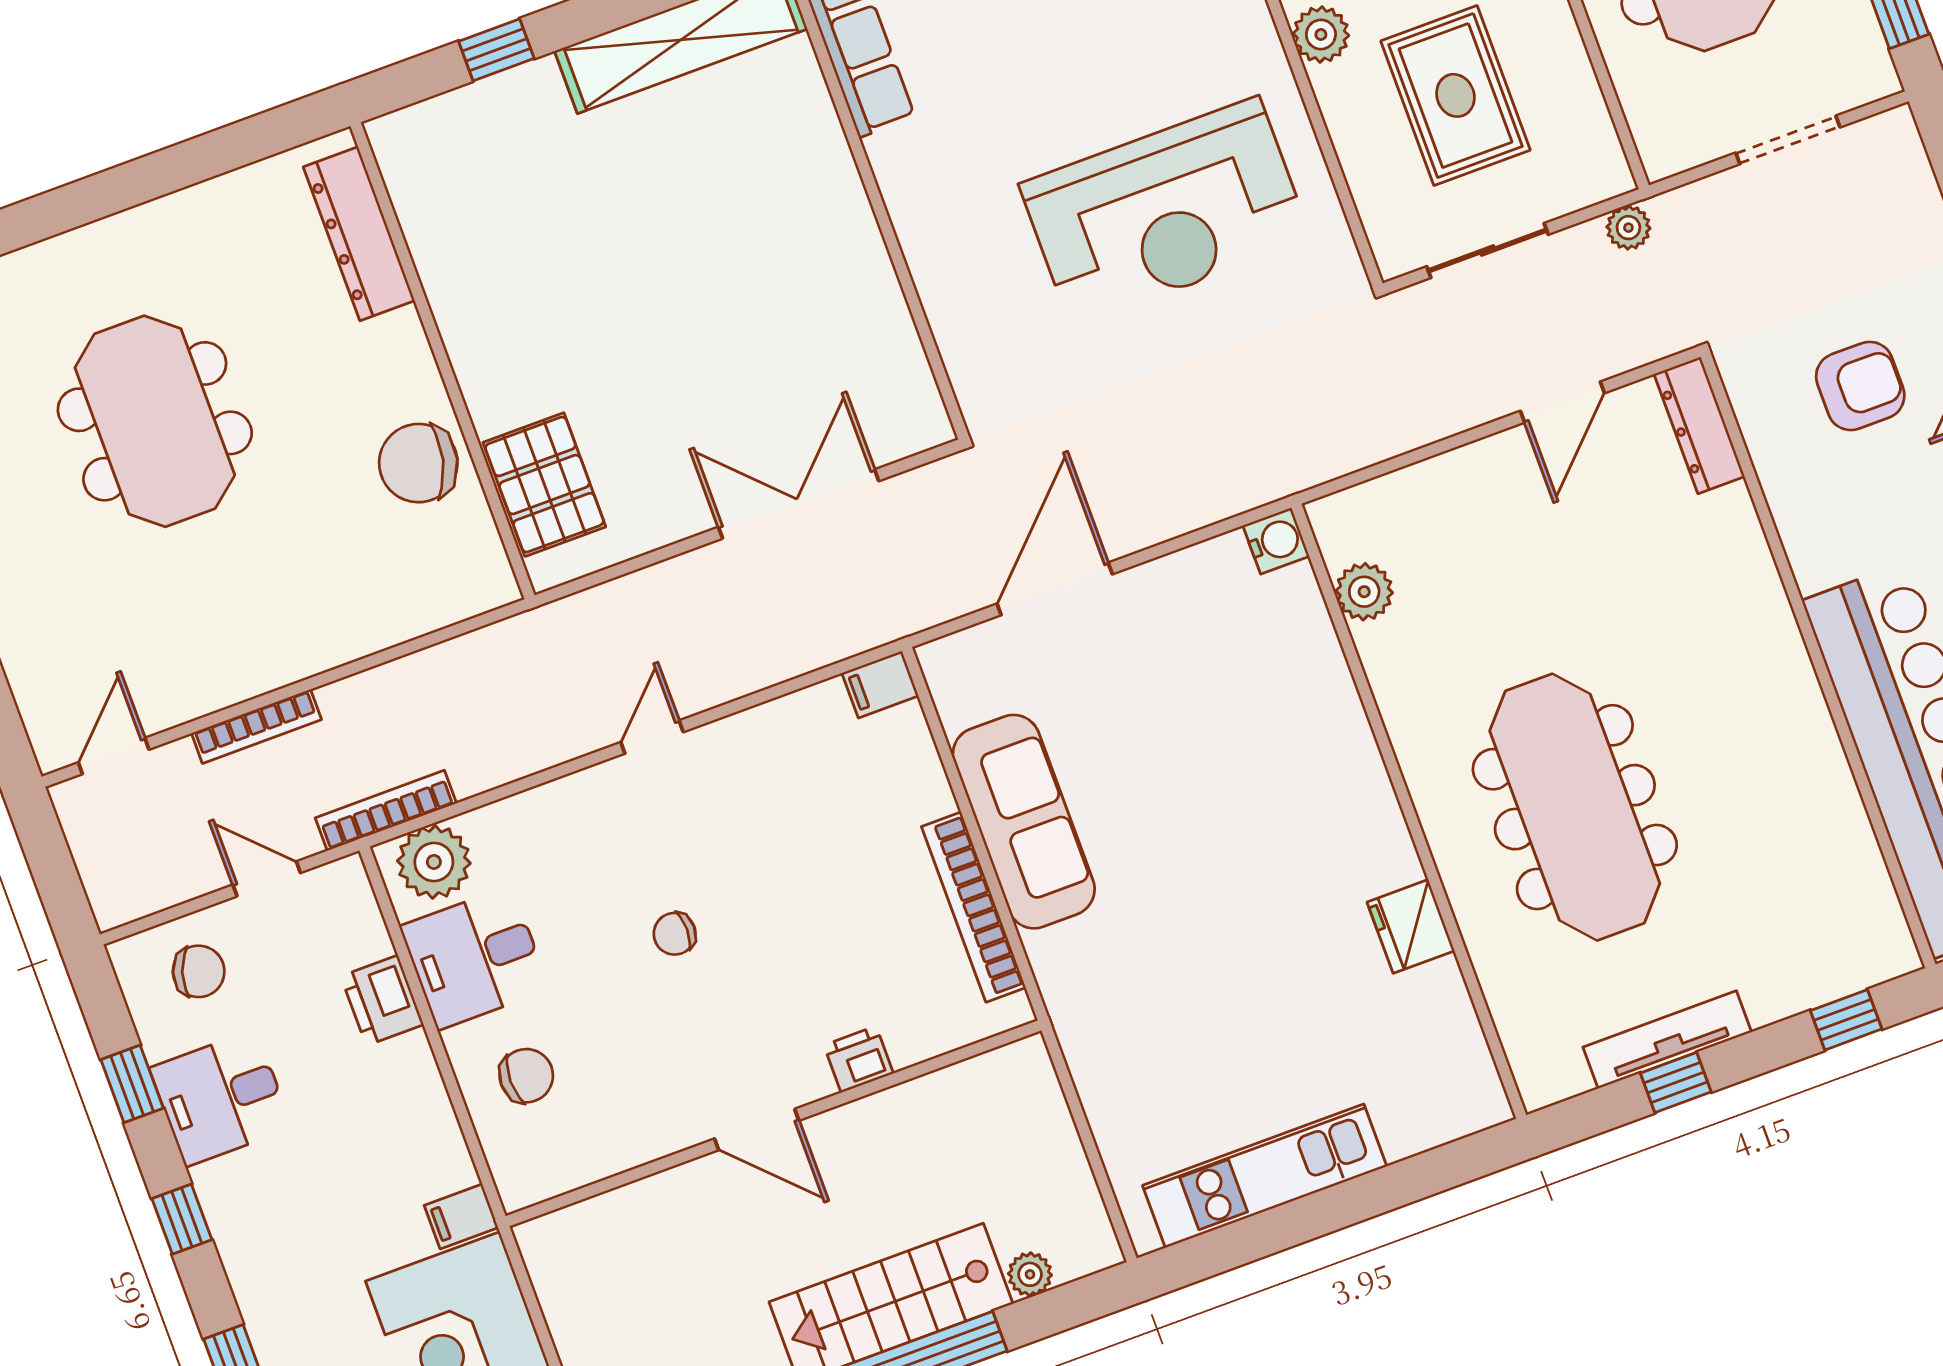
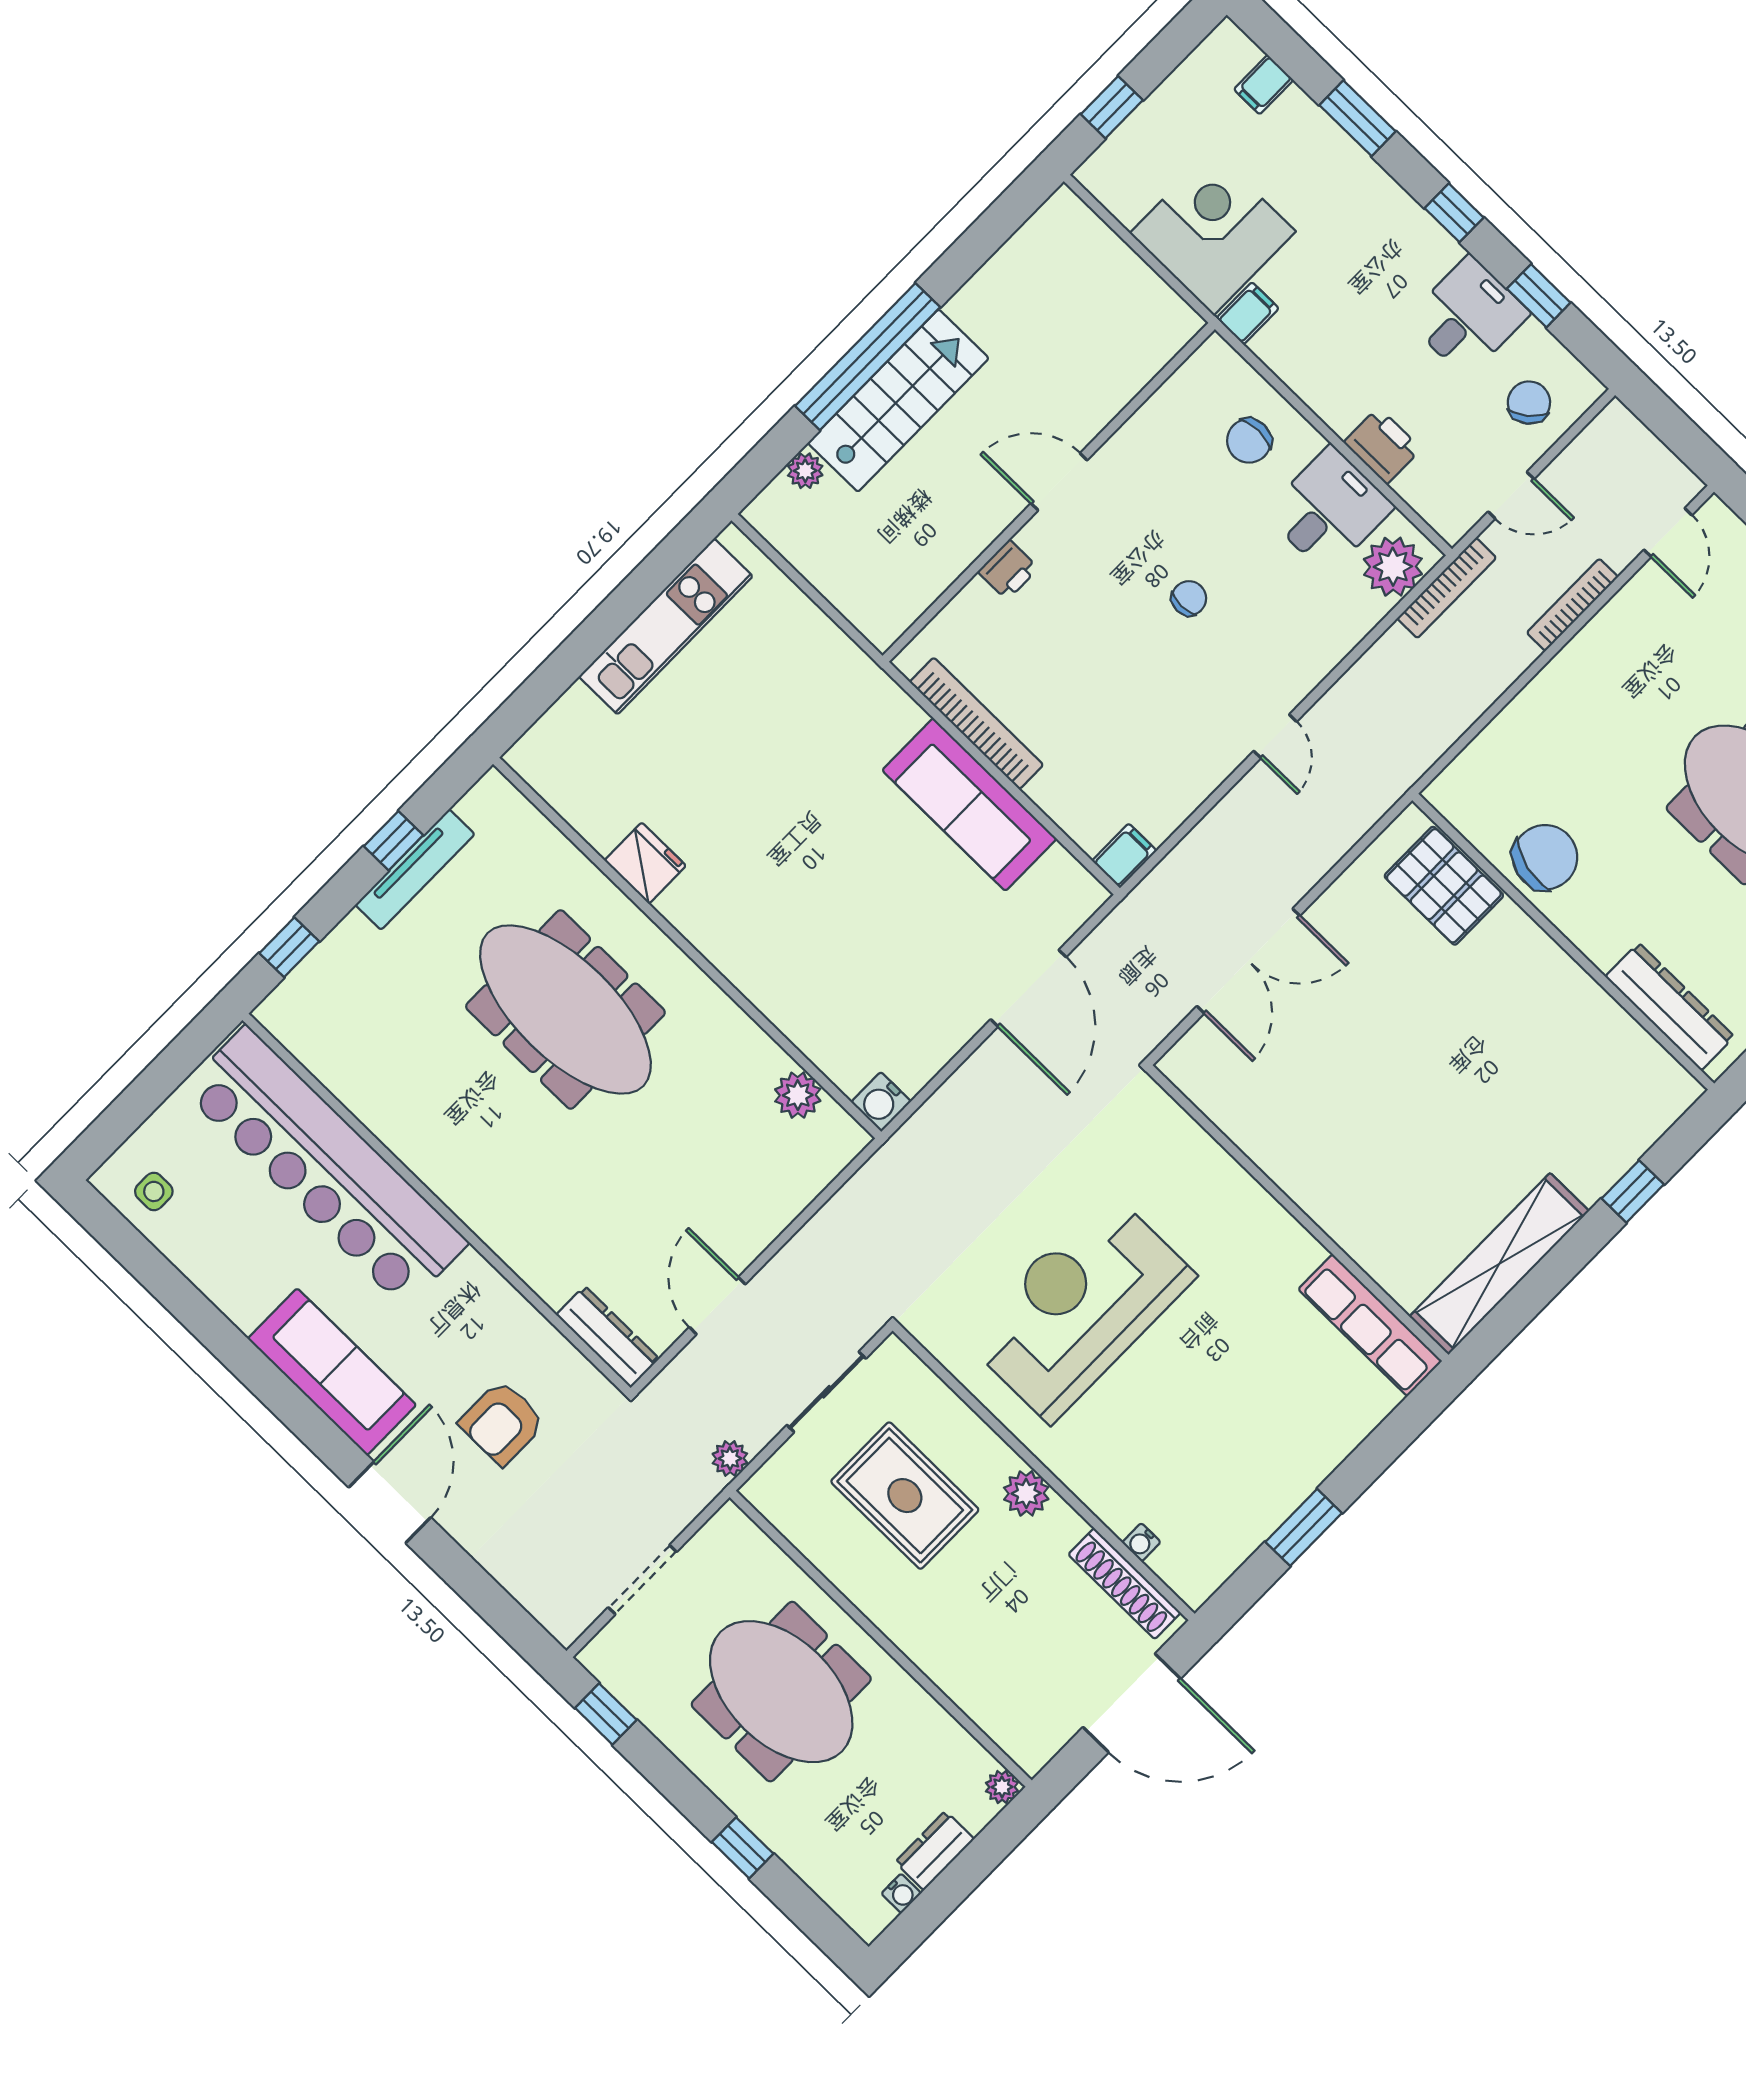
chair: (199, 971) -> (1529, 403), turned 123

